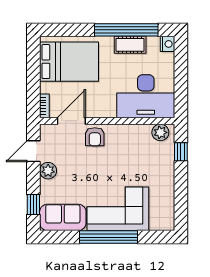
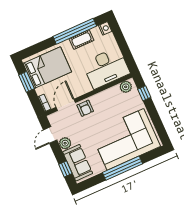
window: (33, 68) -> (26, 82), added
corner sofa: (118, 209) -> (125, 139), width x1.36, depth x1.36
sofa: (63, 217) -> (78, 163), moved, turned 90

